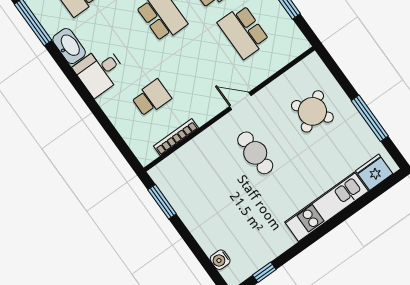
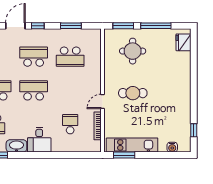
window: (338, 74) -> (123, 26), added
door: (240, 101) -> (103, 101), moved
round table: (312, 111) -> (133, 51), turned 34
kitchen unit: (327, 207) -> (132, 145), moved, turned 90

